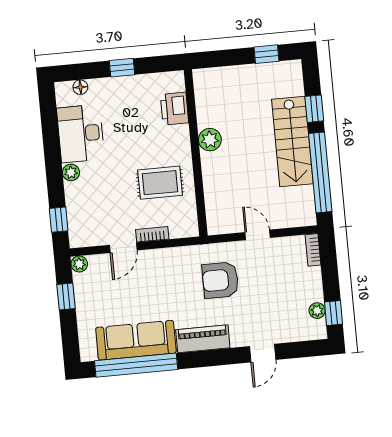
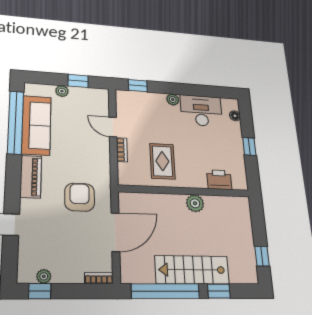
door: (258, 235) -> (115, 232), width x1.88
plant: (79, 264) -> (62, 91), moved

